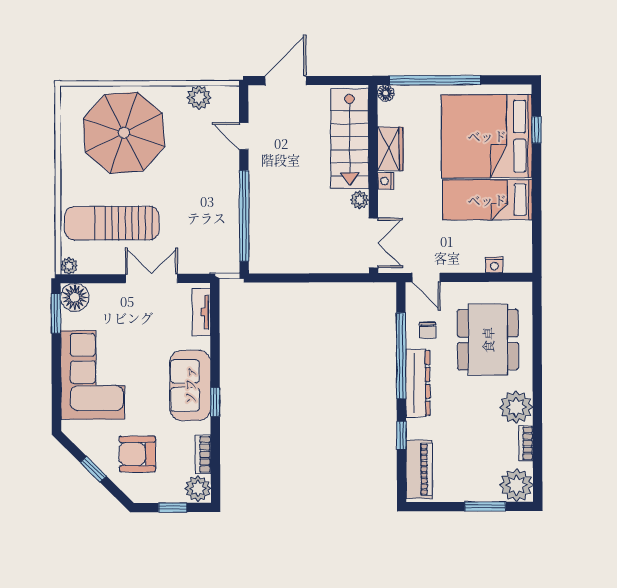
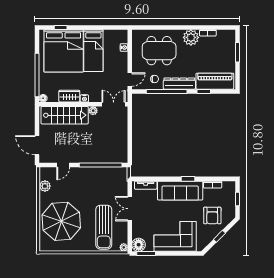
sofa: (190, 385) -> (180, 191), width x1.36
piano: (419, 469) -> (215, 81), width x1.37, depth x1.33
plant: (516, 485) -> (228, 37), removed
plant: (198, 489) -> (229, 187), removed

